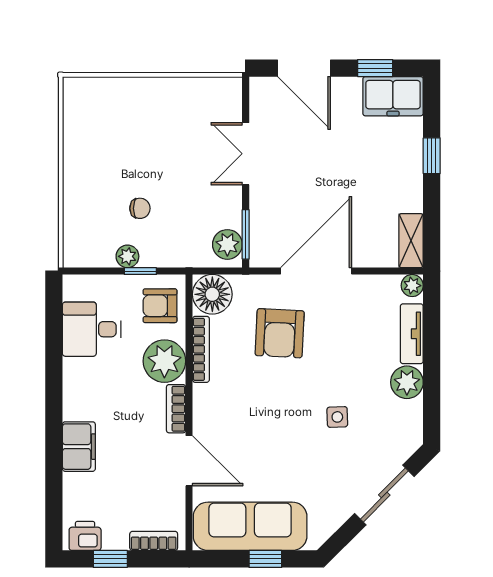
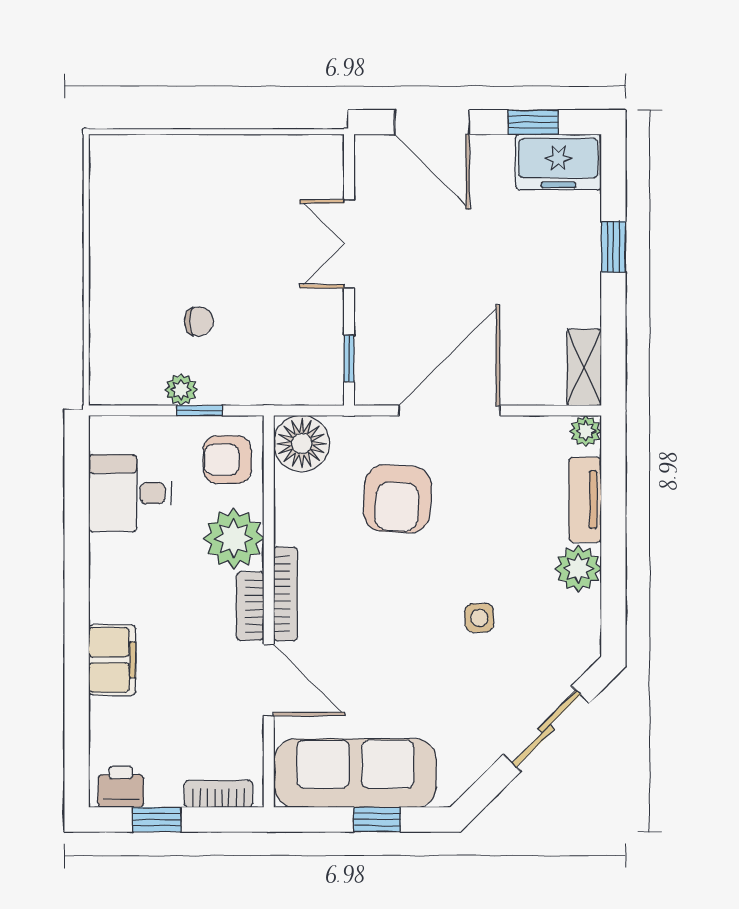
window: (246, 234) -> (349, 358), width x0.67
plant: (227, 244) -> (323, 373), removed
bookcase: (201, 349) -> (286, 594), moved

